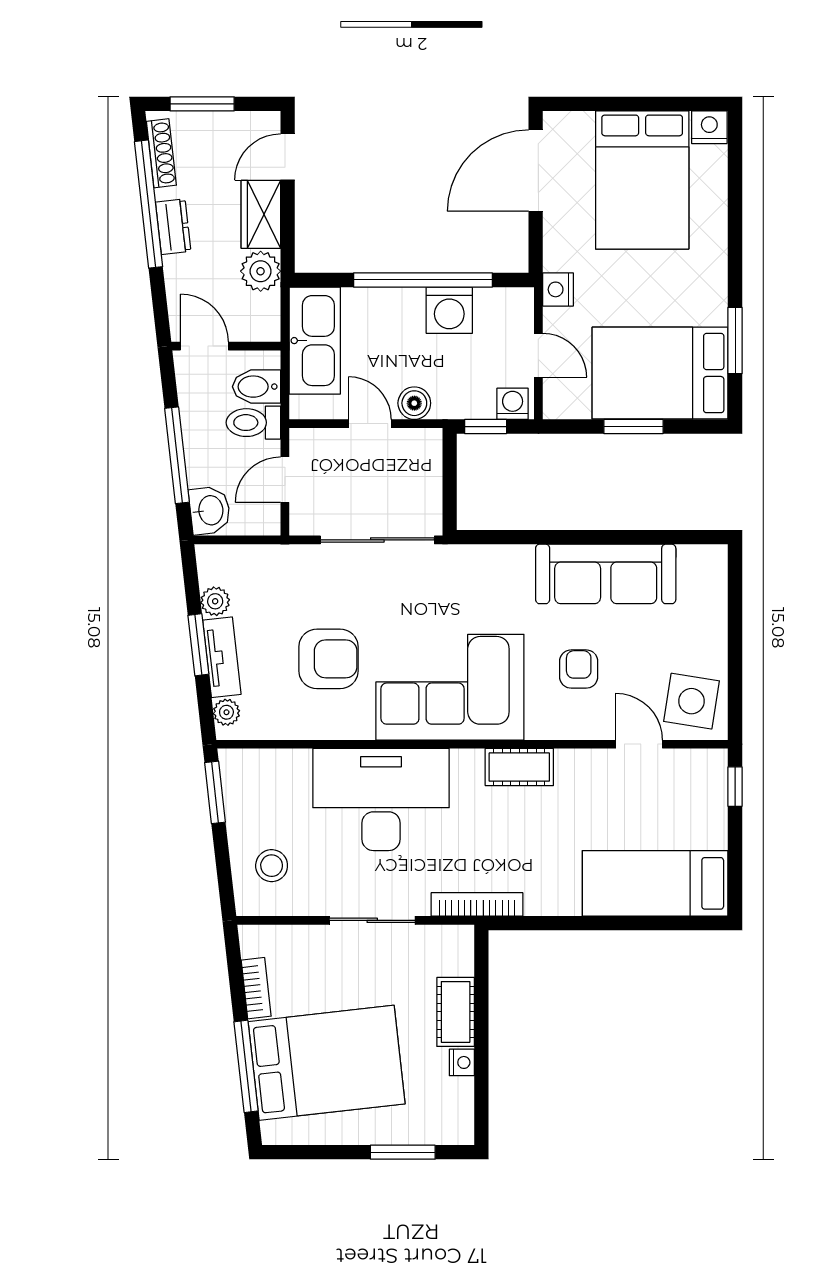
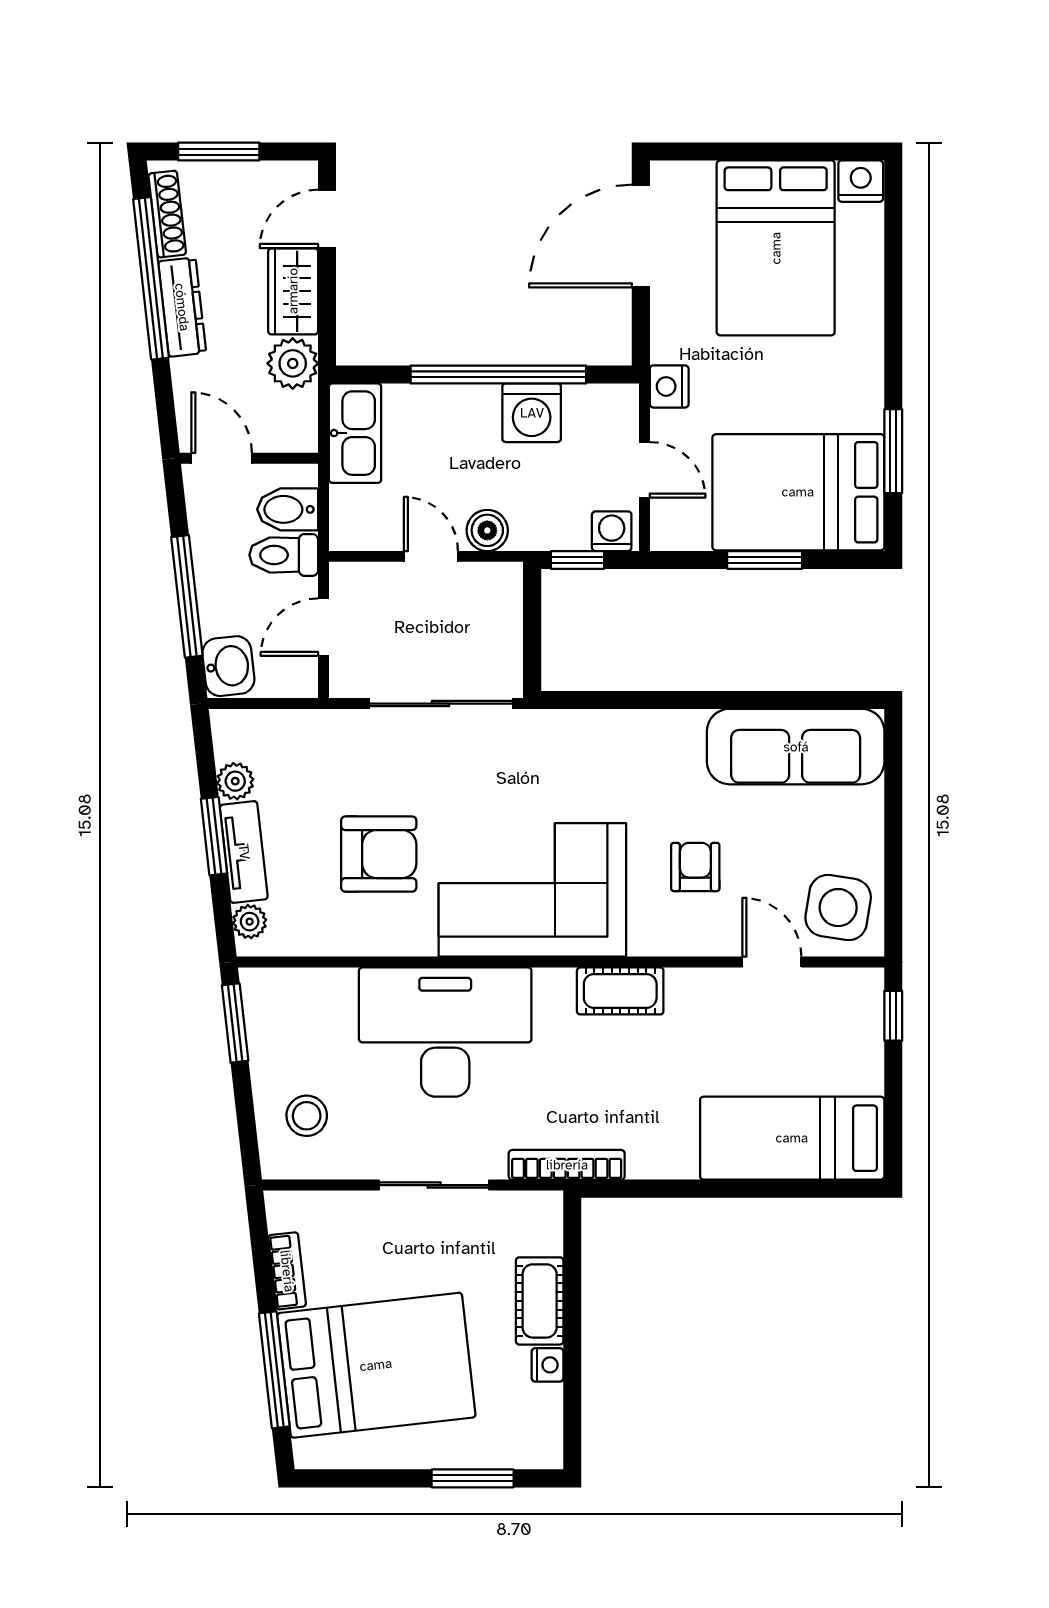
dresser: (173, 227) -> (182, 307), width x1.44
kitchen sink: (315, 341) -> (355, 433), width x0.73, depth x0.81
sofa: (606, 574) -> (796, 747), moved

